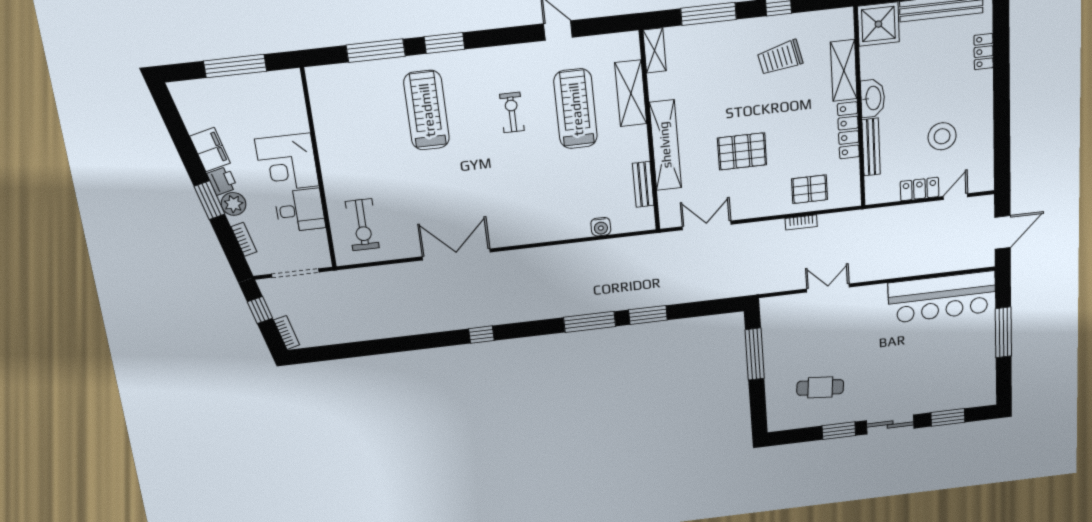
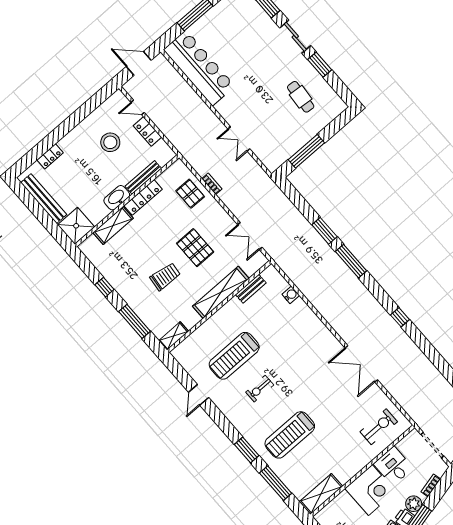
trolley: (780, 58) -> (165, 277), moved, turned -71
shelving: (631, 93) -> (321, 494), moved

